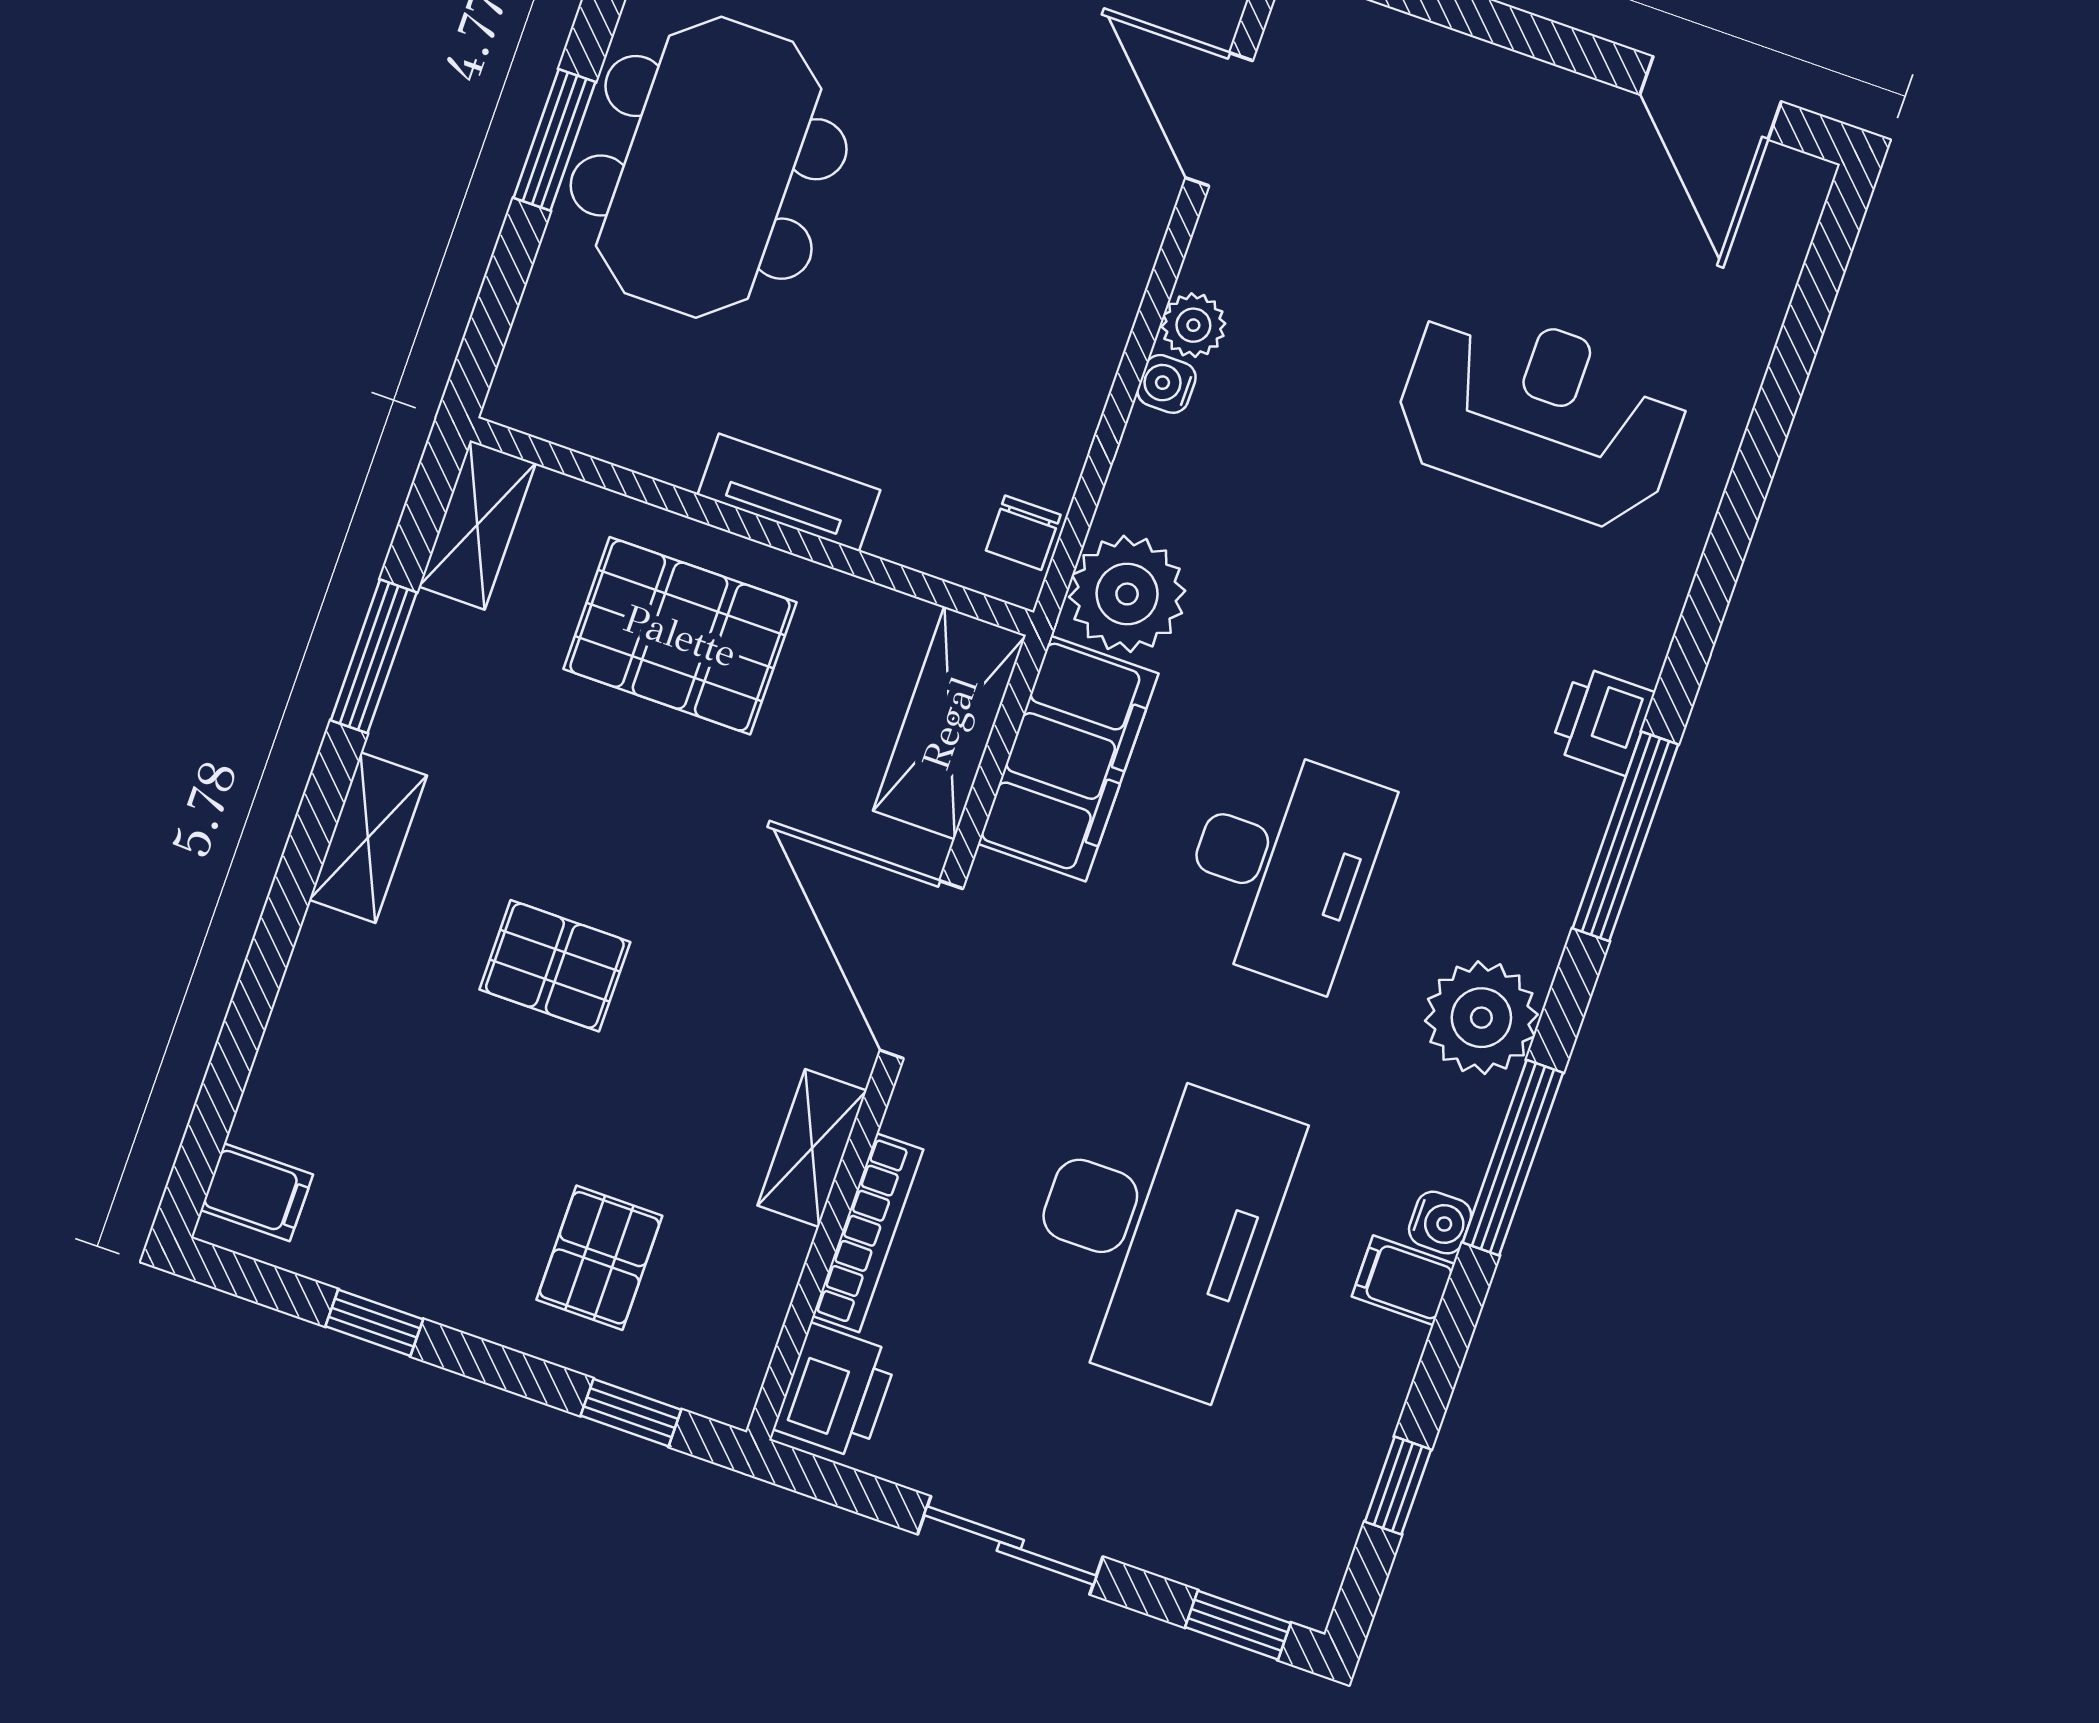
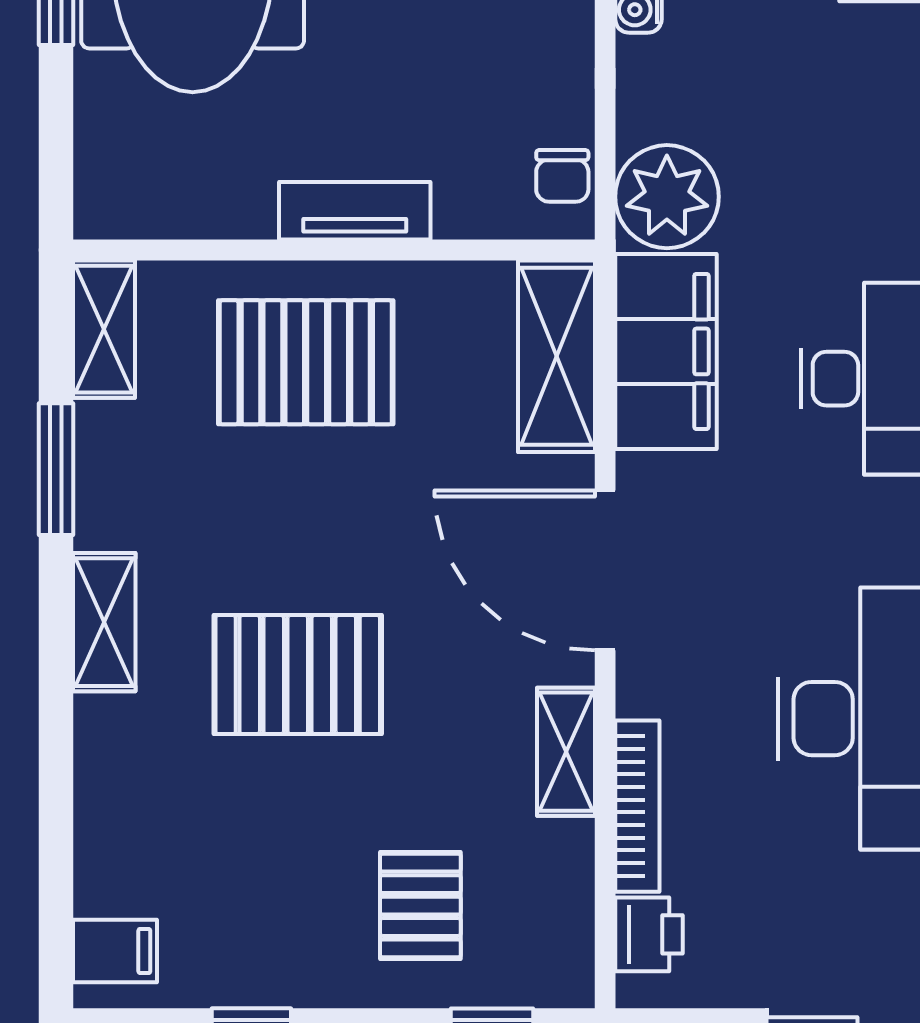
pallet: (555, 966) -> (298, 675), width x1.50, depth x1.42
printer: (836, 1391) -> (649, 934), width x0.73, depth x0.81

